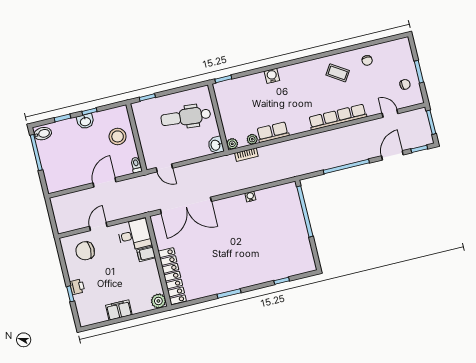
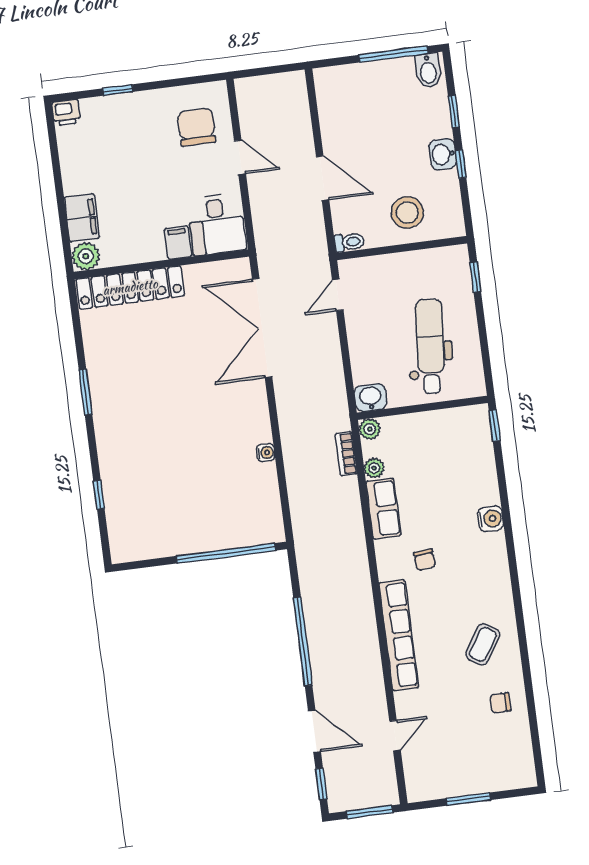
chair: (405, 84) -> (425, 560), moved
printer: (77, 287) -> (66, 113), moved
filing cabinet: (119, 310) -> (82, 218), moved

